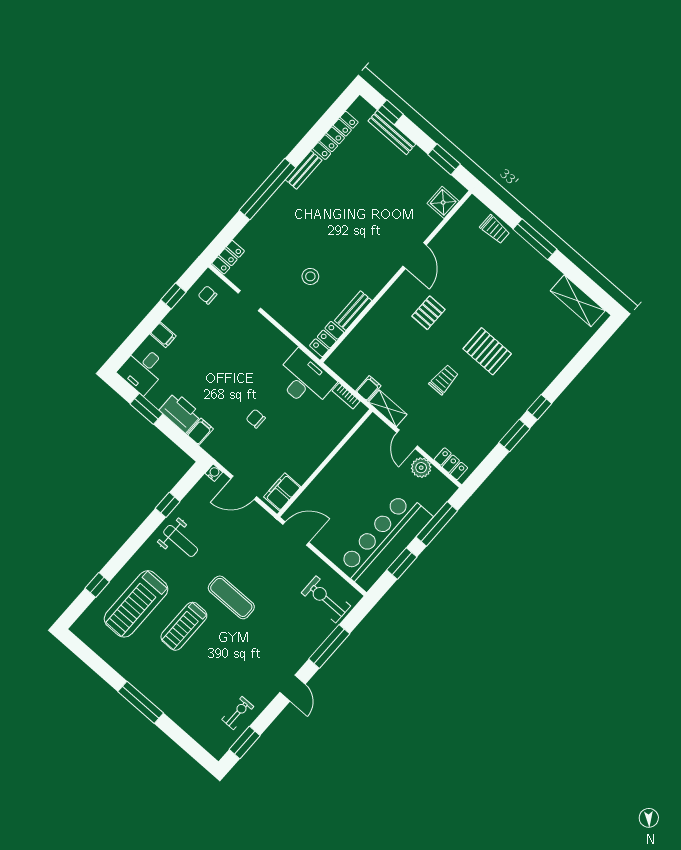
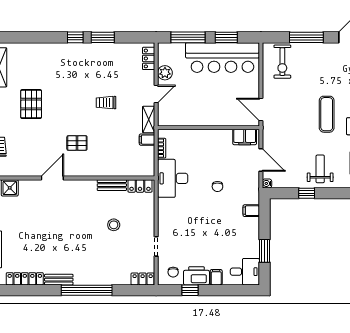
pallet: (487, 351) -> (31, 104), moved
printer: (180, 412) -> (196, 276), moved, turned 90

